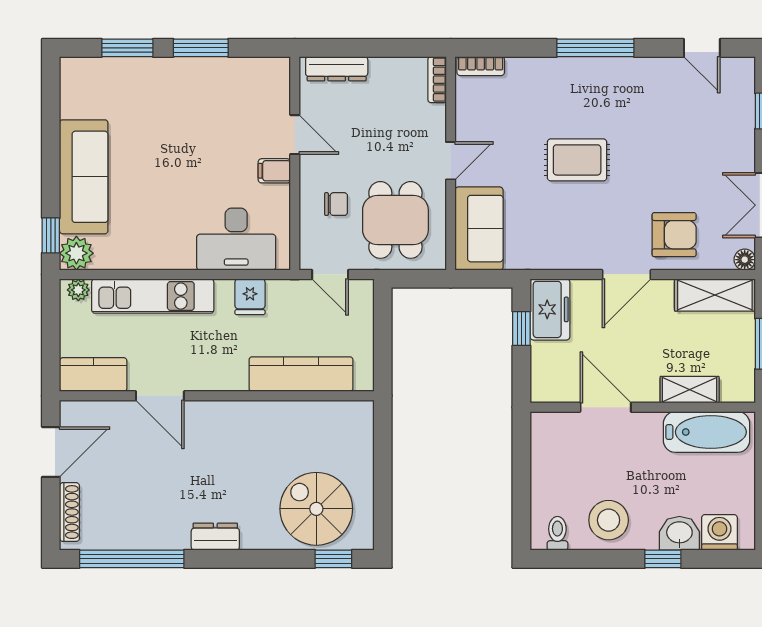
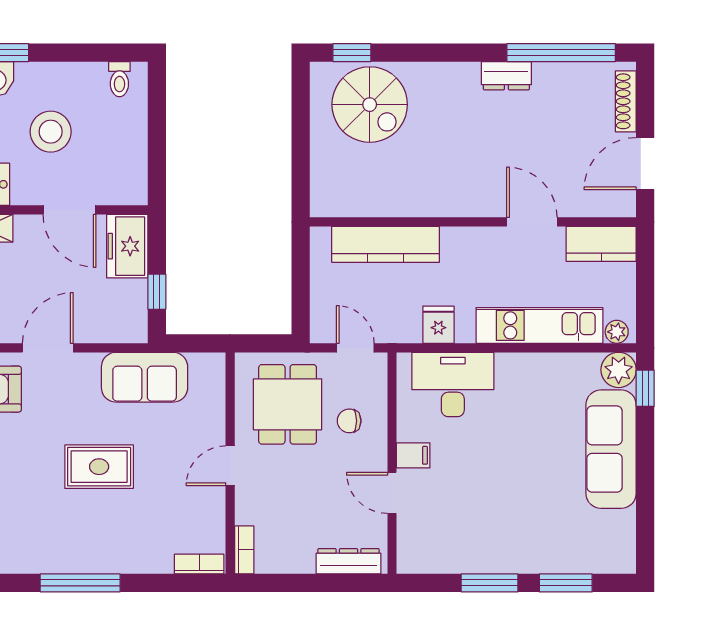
sofa: (479, 229) -> (145, 377), moved, turned -90
freezer: (550, 309) -> (127, 246), moved
stool: (609, 520) -> (51, 132), moved
dresser: (215, 537) -> (506, 76), moved

